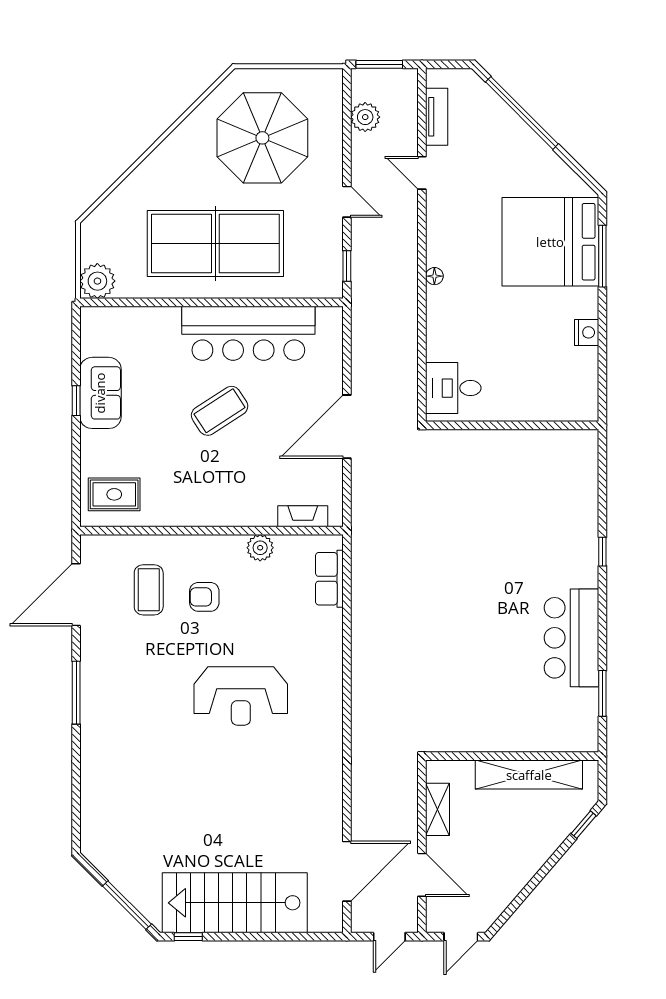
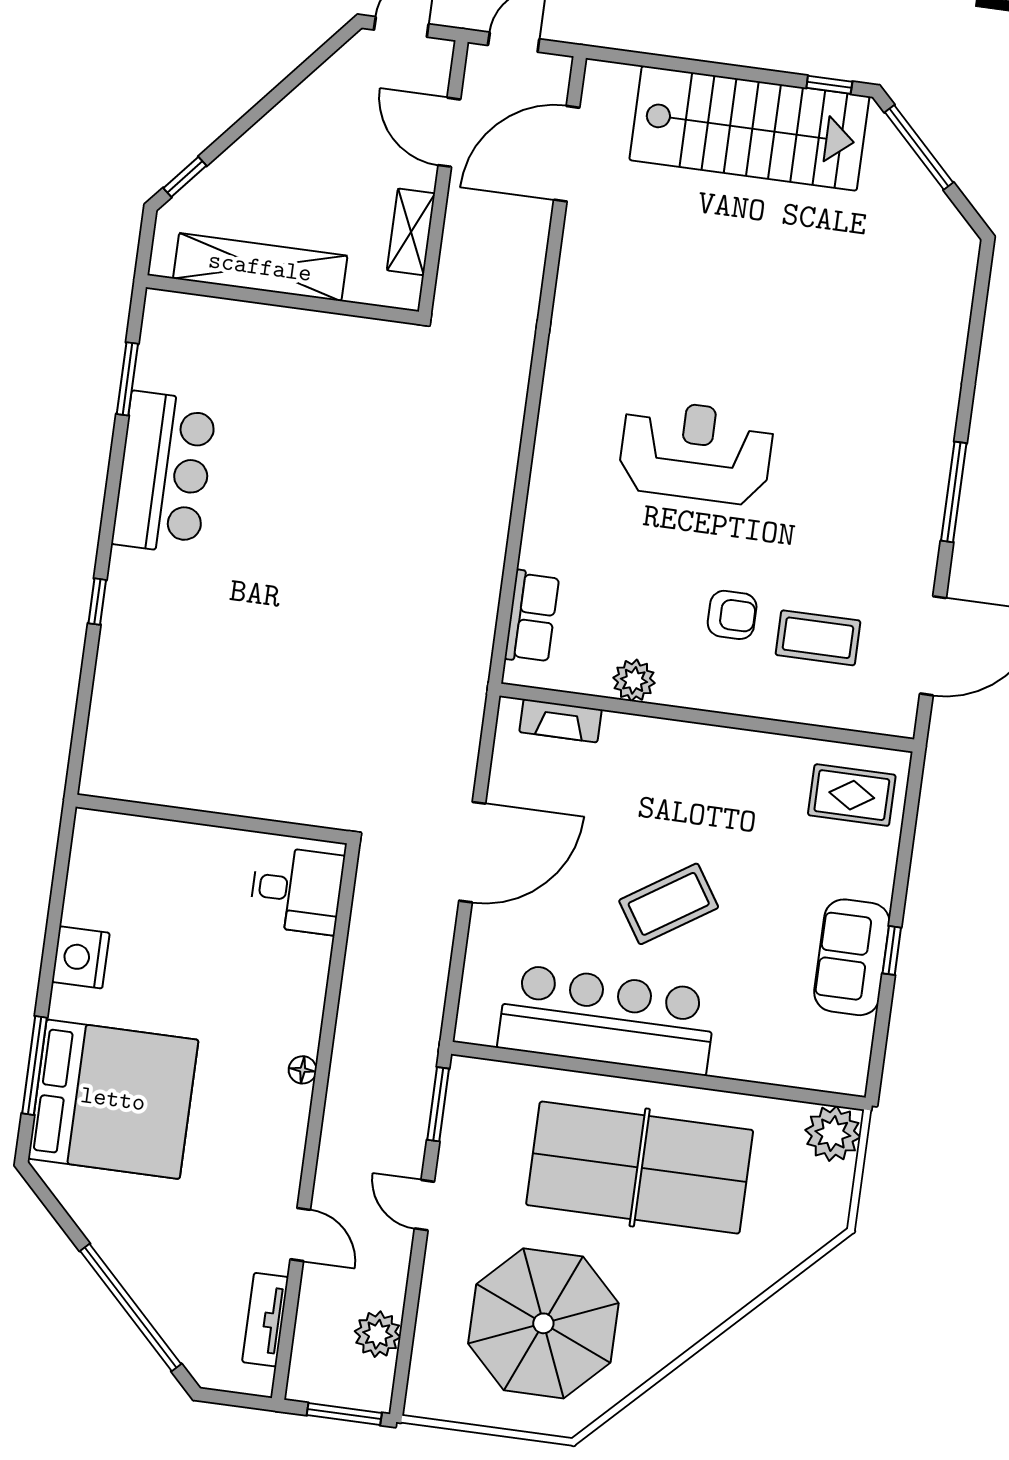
window: (347, 266) -> (438, 1104), width x1.50
nightstand: (587, 332) -> (81, 957), width x1.36, depth x1.33
coffee table: (149, 590) -> (818, 638), turned 90

